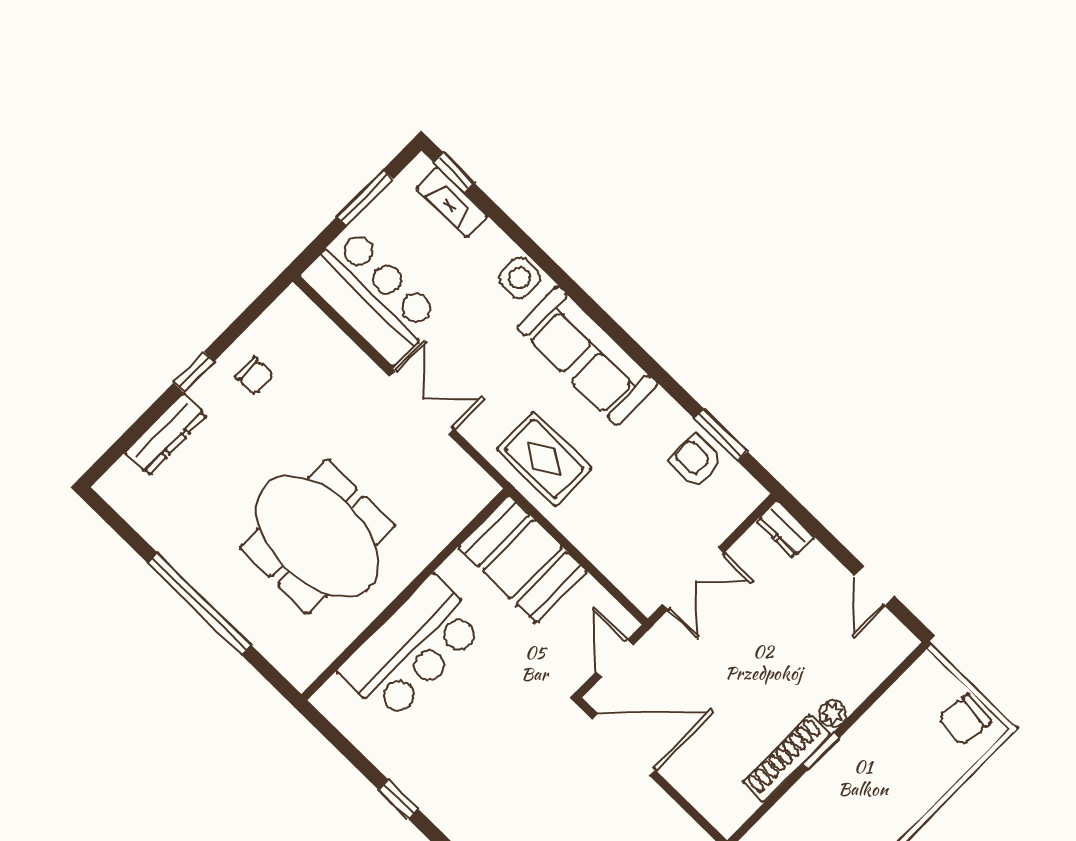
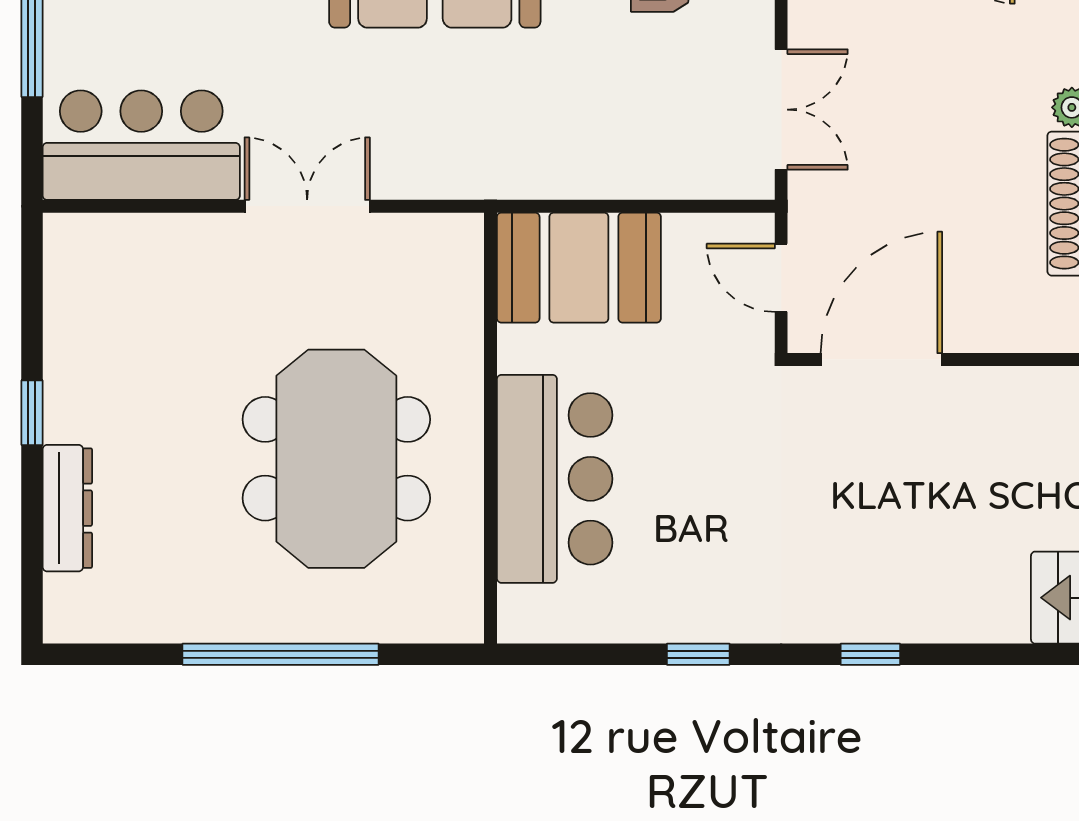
chair: (254, 376) -> (101, 353), removed
rug: (544, 459) -> (497, 138), removed
meeting table: (317, 537) -> (336, 459), turned 90

